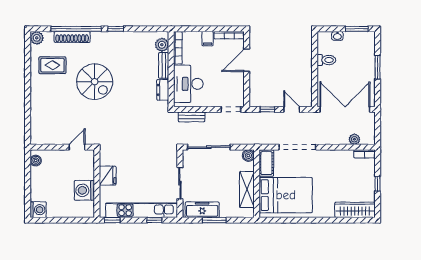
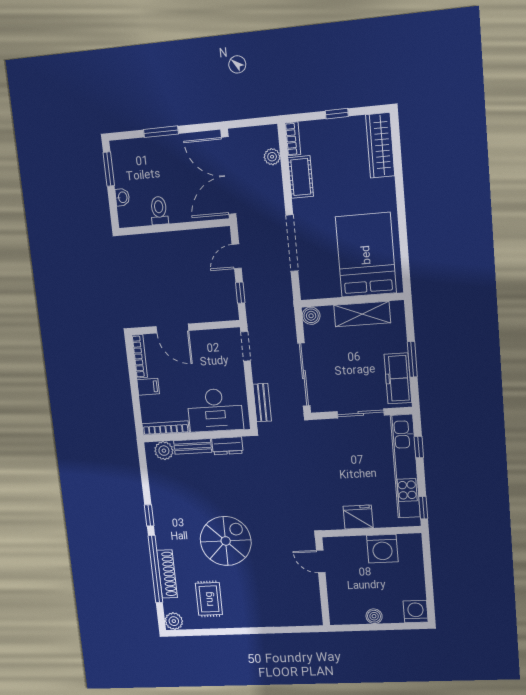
boiler: (36, 161) -> (374, 616), moved
cot: (266, 163) -> (301, 177), moved, turned 90

